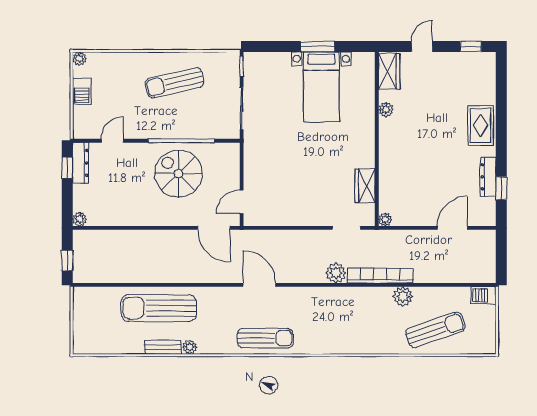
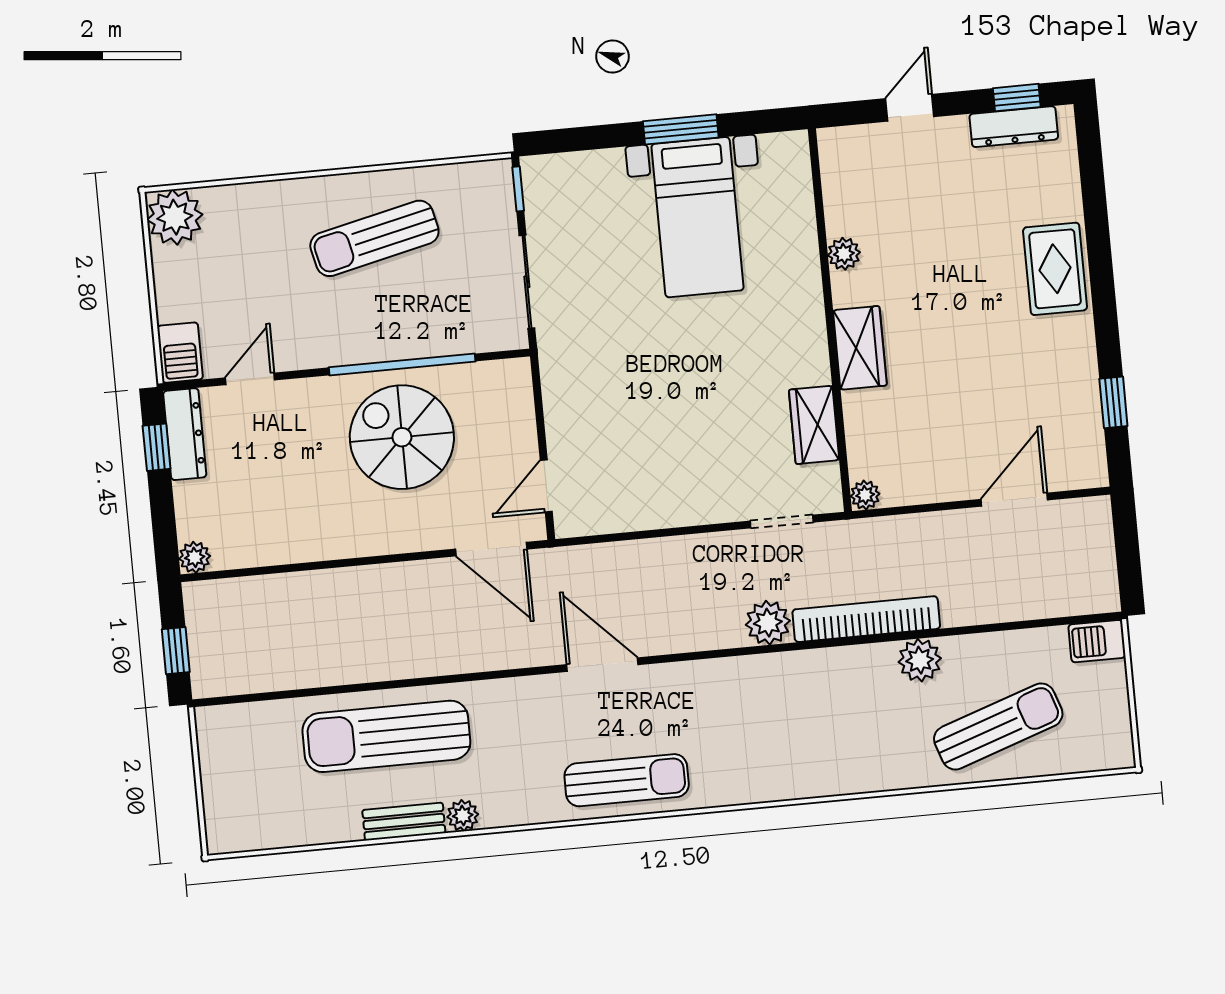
plant: (79, 59) -> (175, 217), width x1.88, depth x1.88
wardrobe: (389, 71) -> (860, 348), moved
barbecue: (82, 92) -> (180, 353), moved
dresser: (488, 177) -> (1014, 127), moved, turned -90

